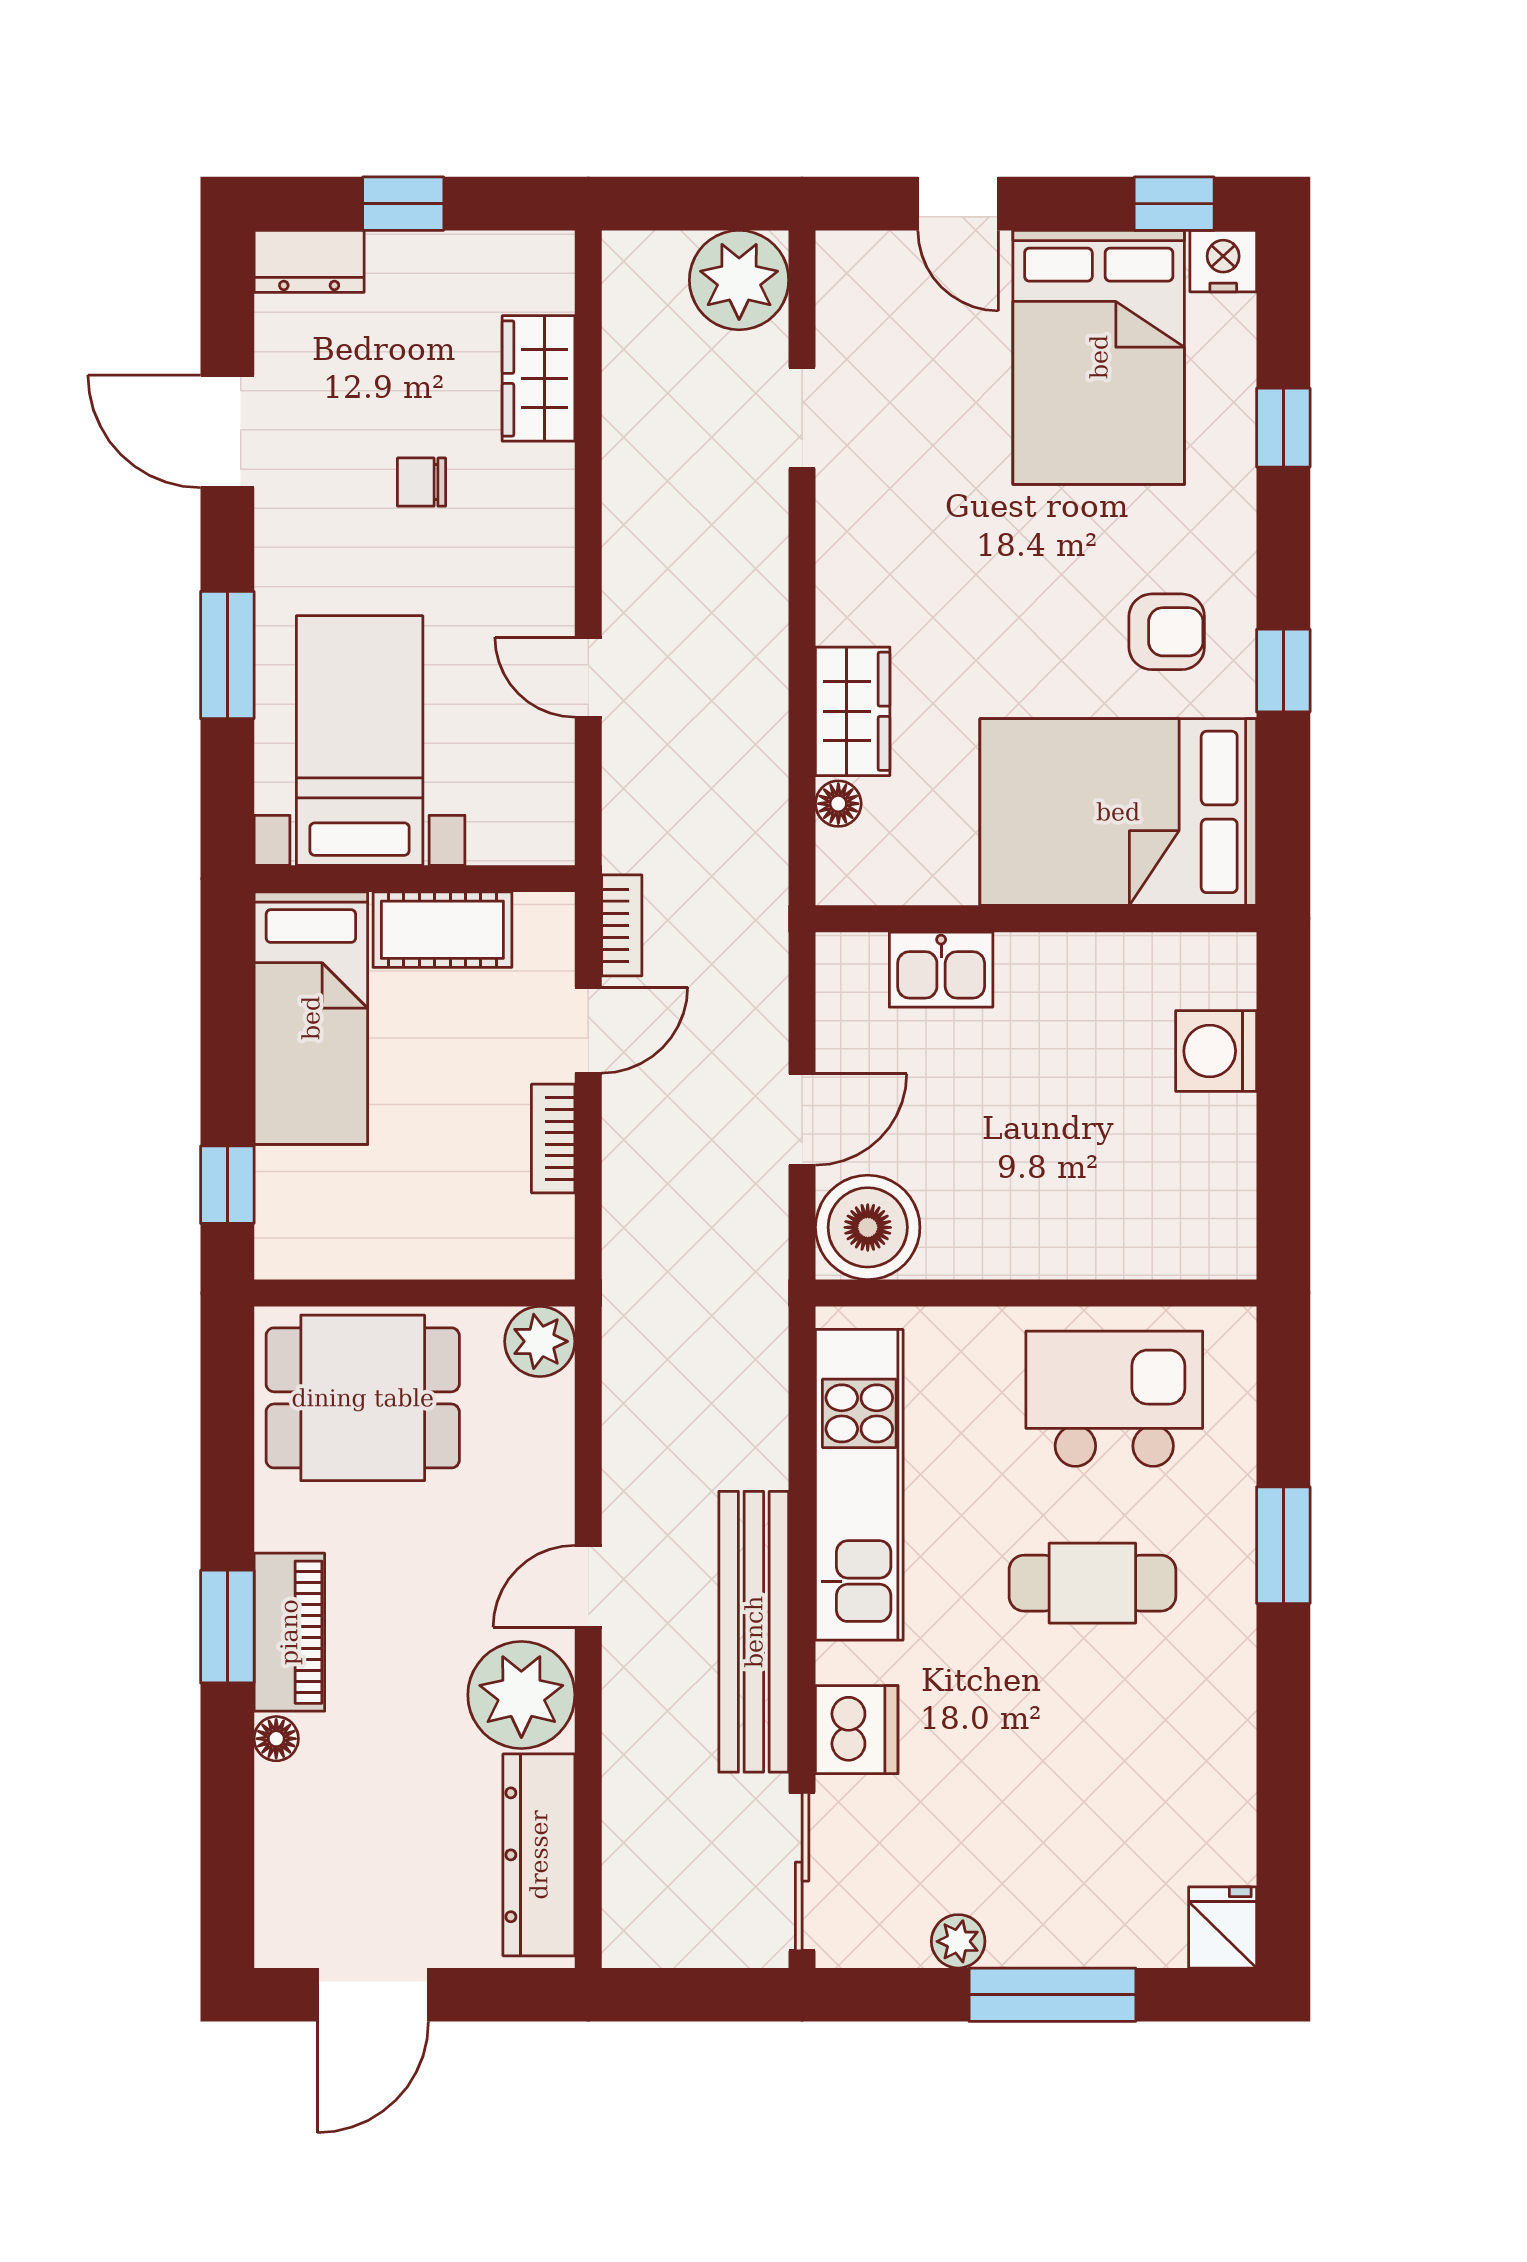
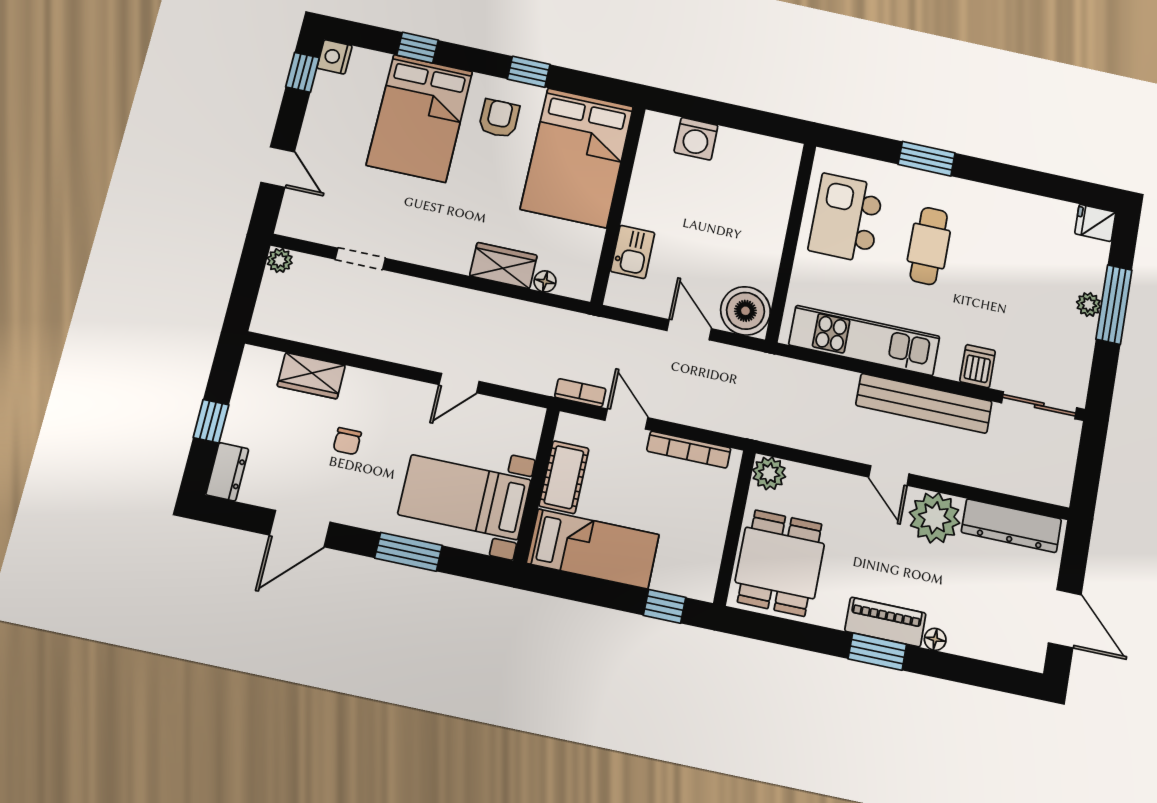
door: (958, 204) -> (278, 167), hinge flipped
plant: (739, 280) -> (280, 260), width x0.53, depth x0.53
bed: (1099, 357) -> (420, 118), moved, turned 90
bookcase: (553, 1138) -> (689, 450), width x1.56
dishwasher: (857, 1730) -> (978, 366), width x0.73
plant: (958, 1941) -> (1089, 305), moved

